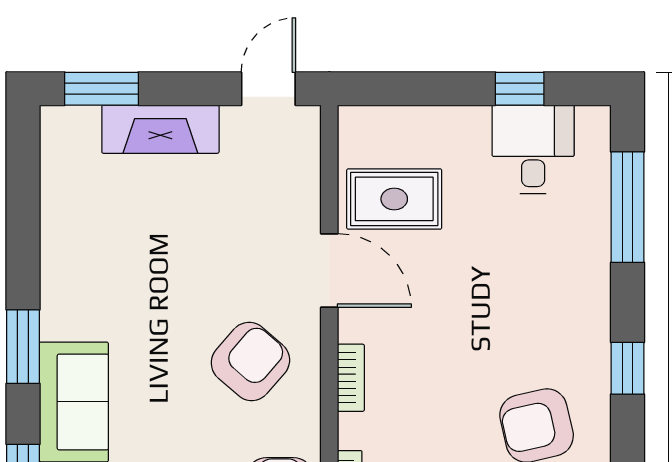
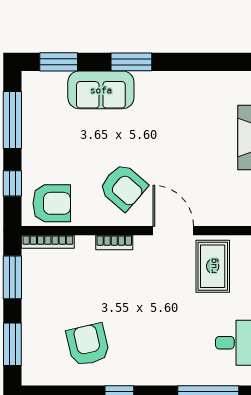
door: (329, 271) -> (173, 231), swing flipped

